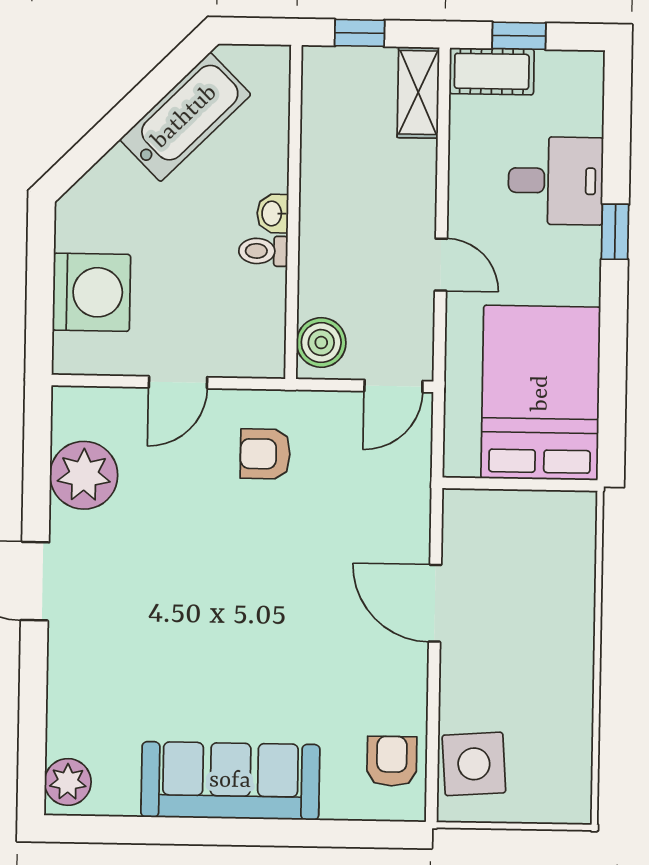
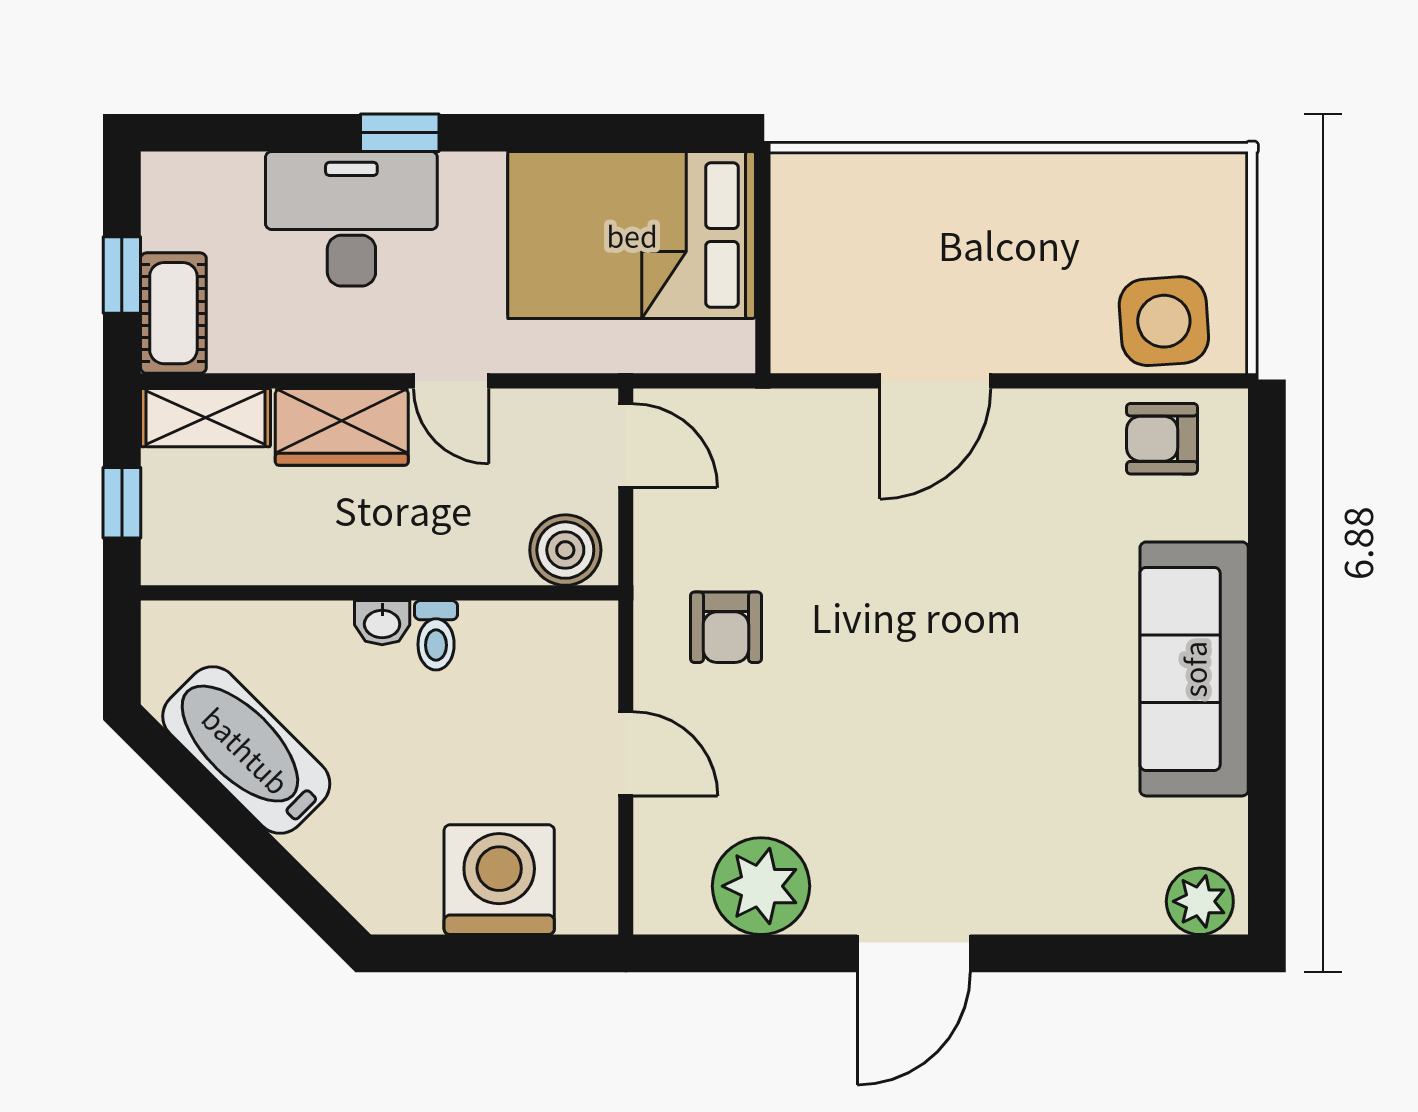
desk: (556, 181) -> (351, 219), width x1.37
wardrobe: (410, 188) -> (342, 427), added
door: (441, 265) -> (451, 381), swing flipped

